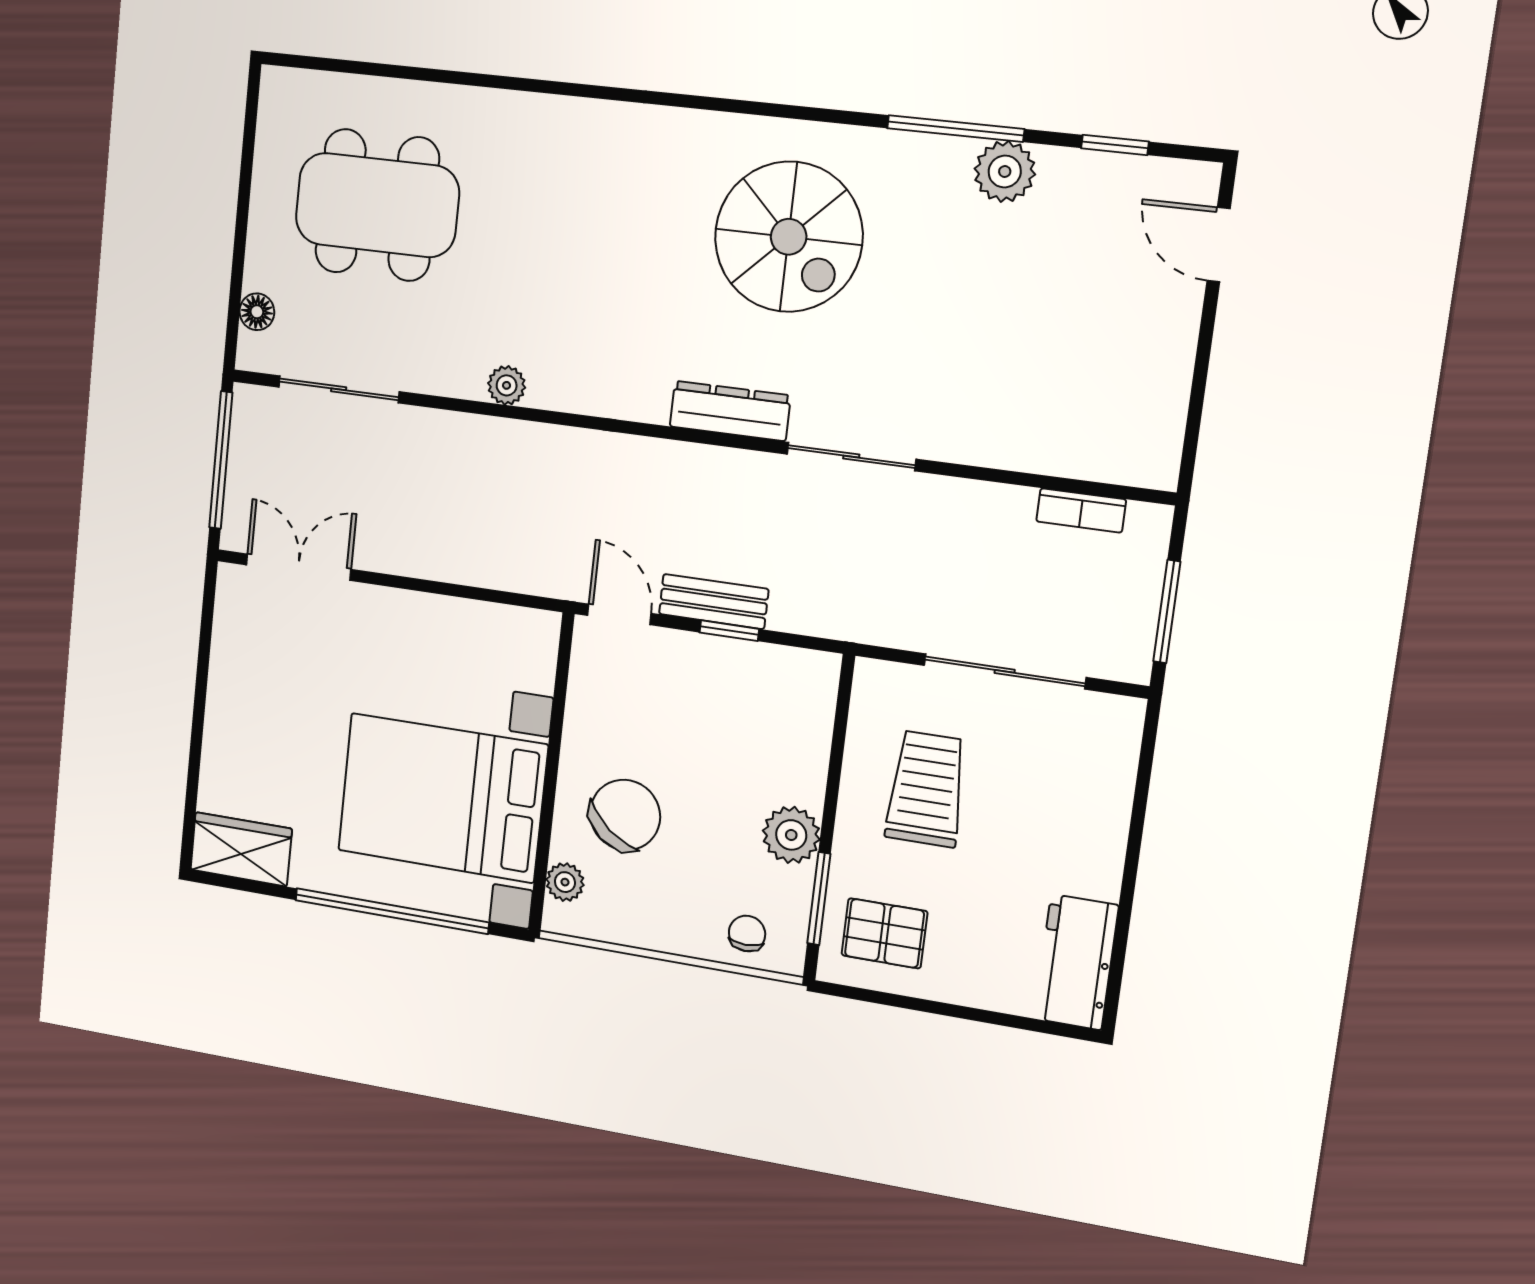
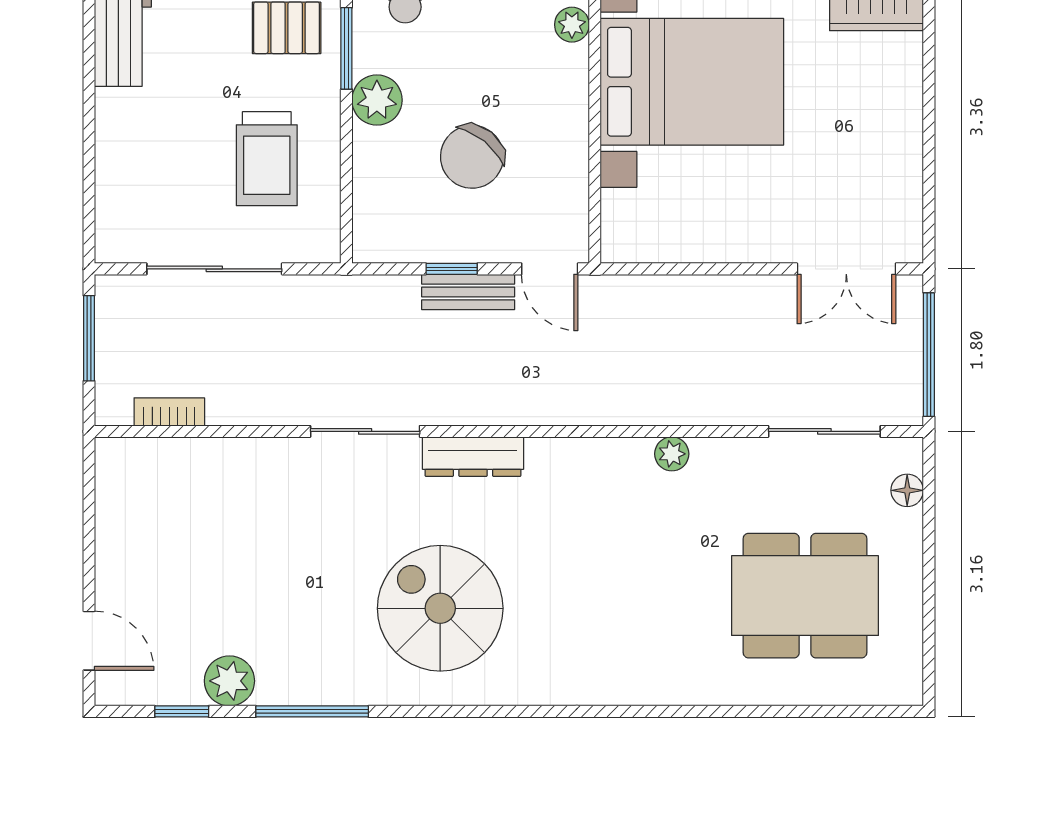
plant: (1005, 171) -> (229, 681), moved
chair: (625, 815) -> (472, 157), moved

